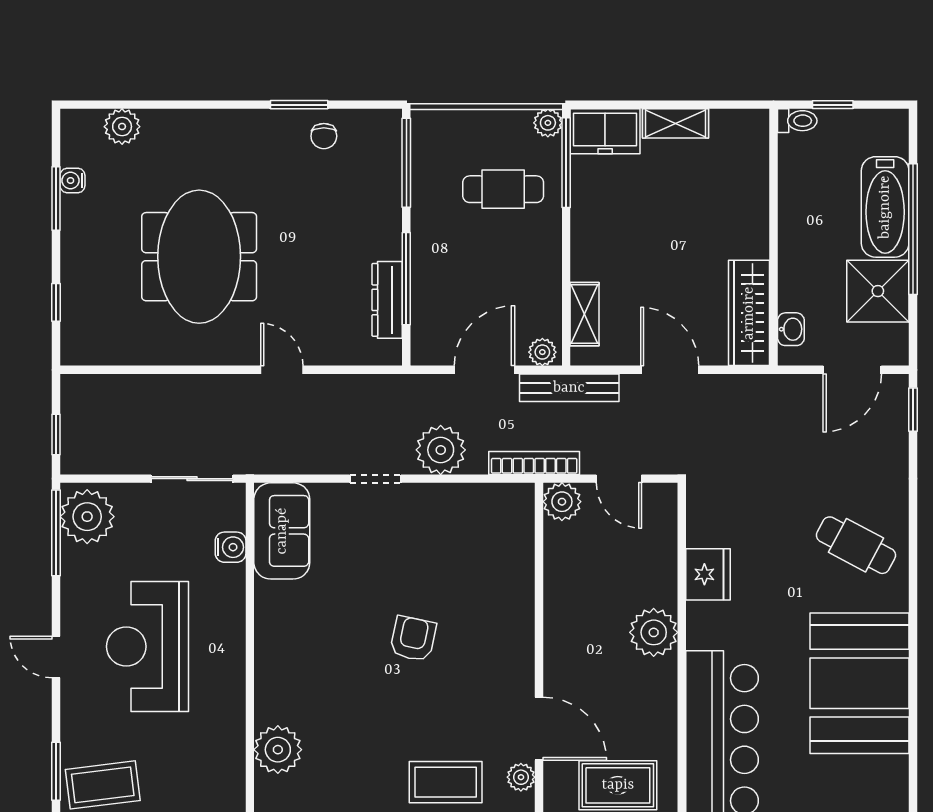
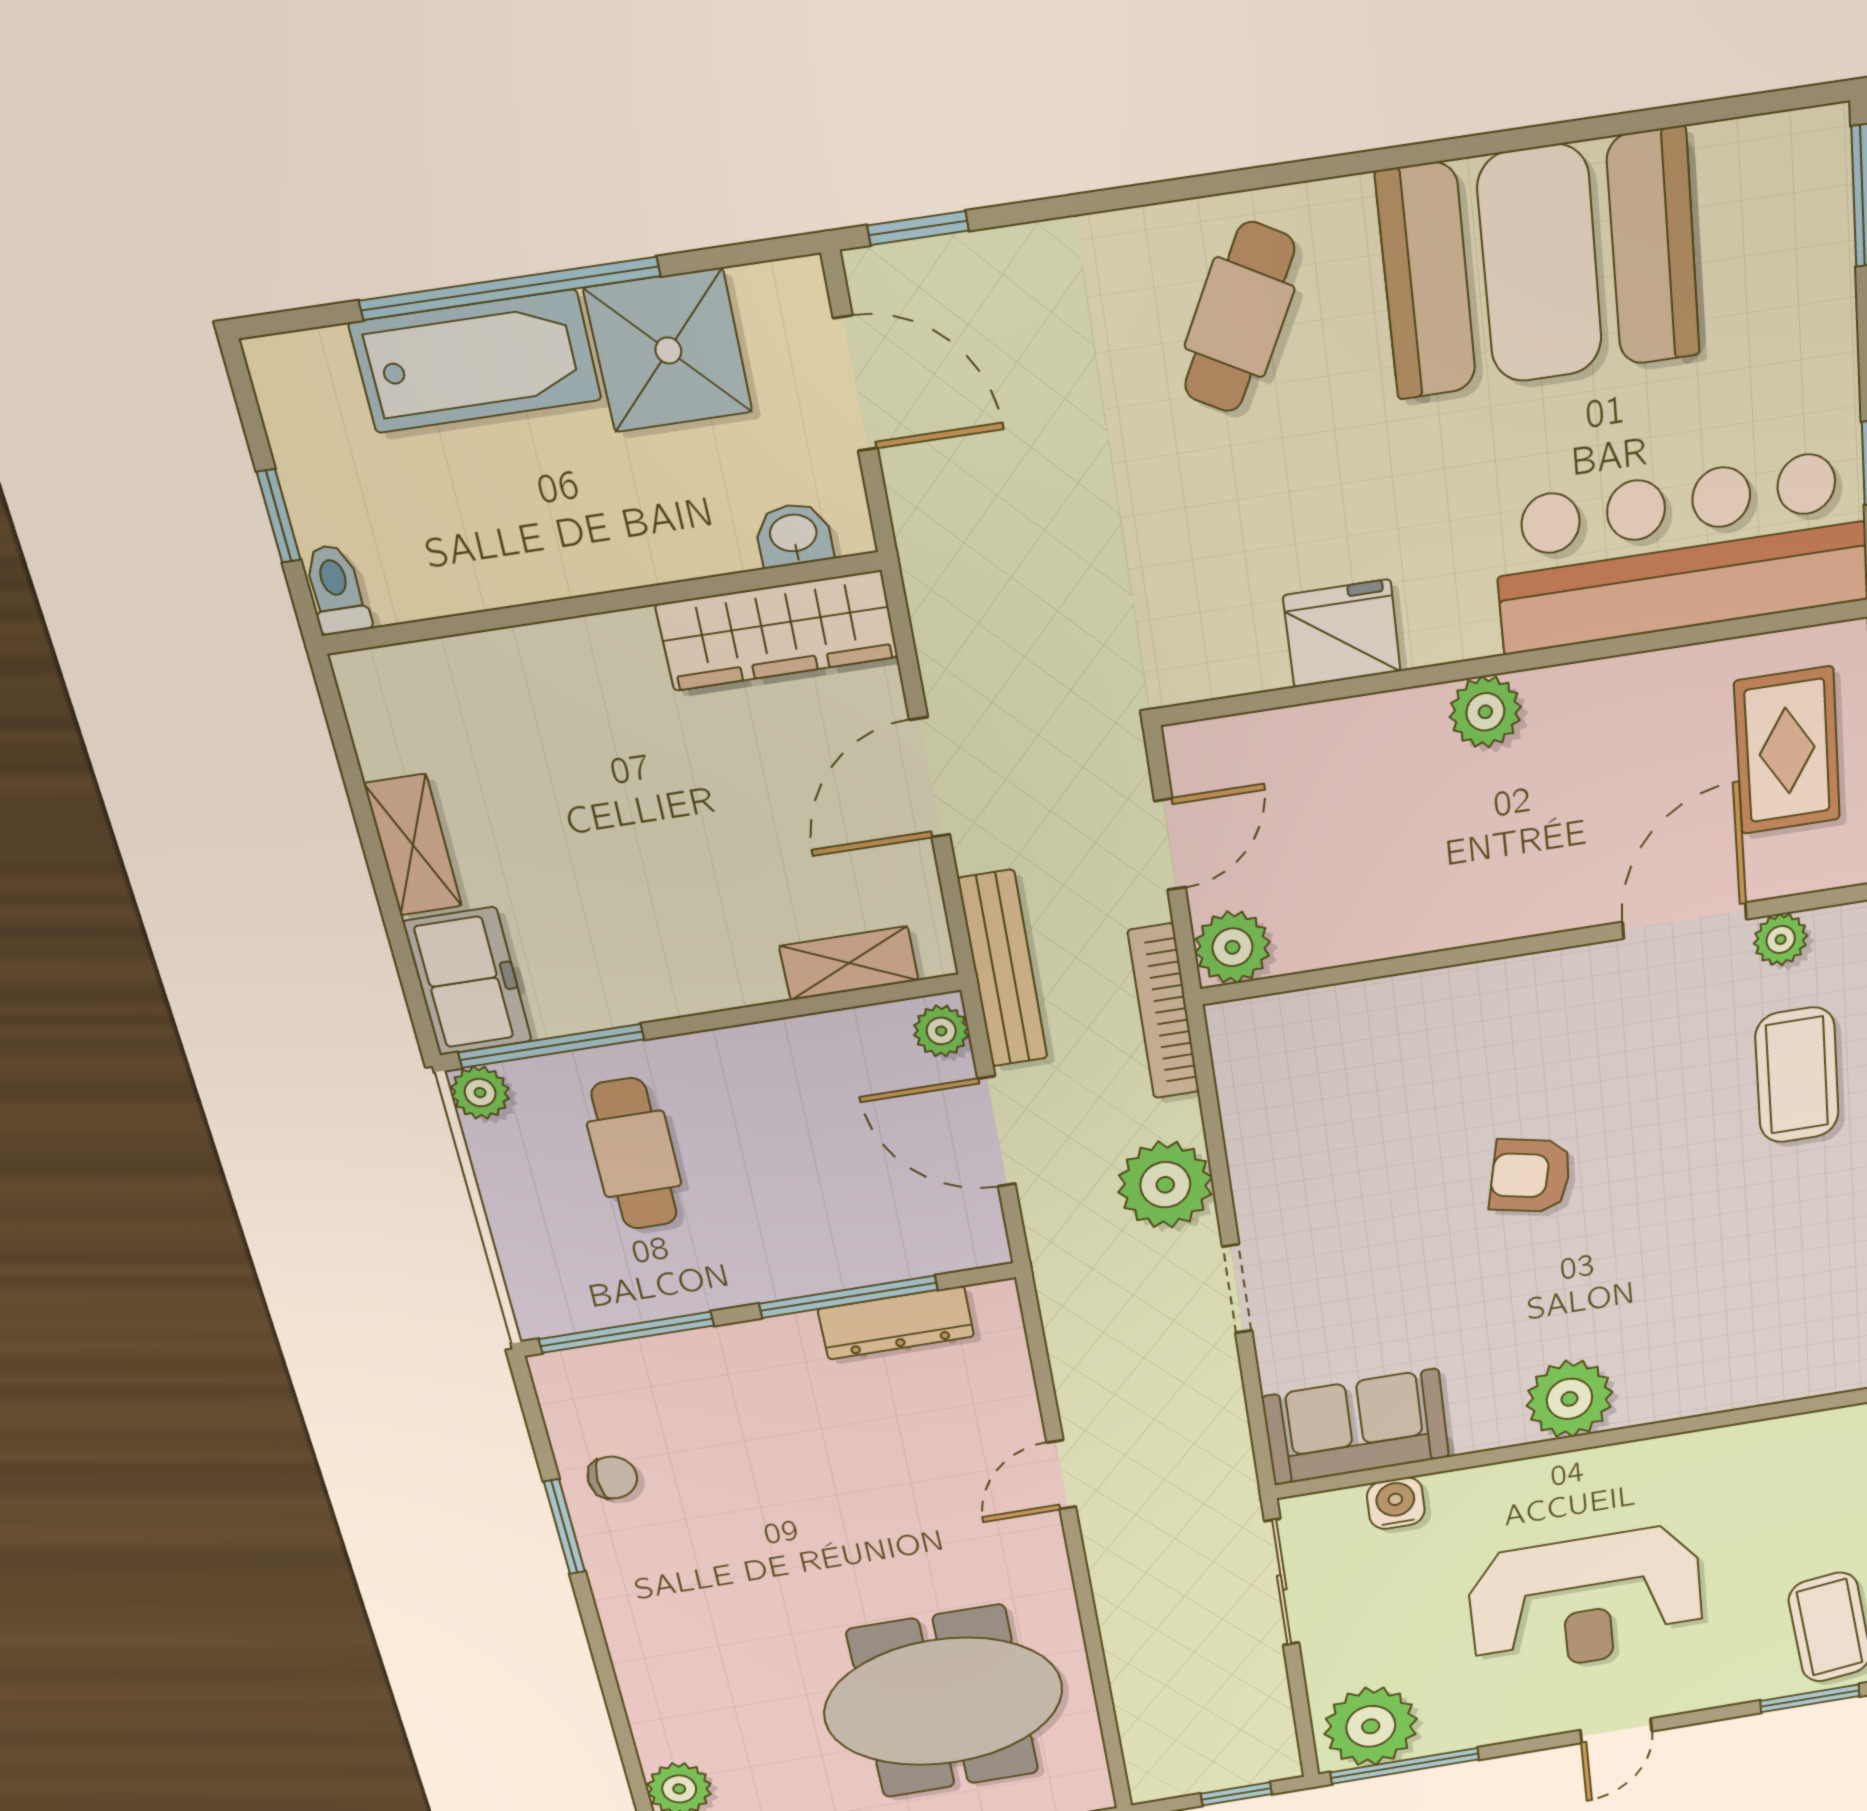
meeting table: (199, 257) -> (943, 1702), moved
plant: (654, 632) -> (1485, 712), width x0.73, depth x0.73
plant: (278, 750) -> (1569, 1399), moved

